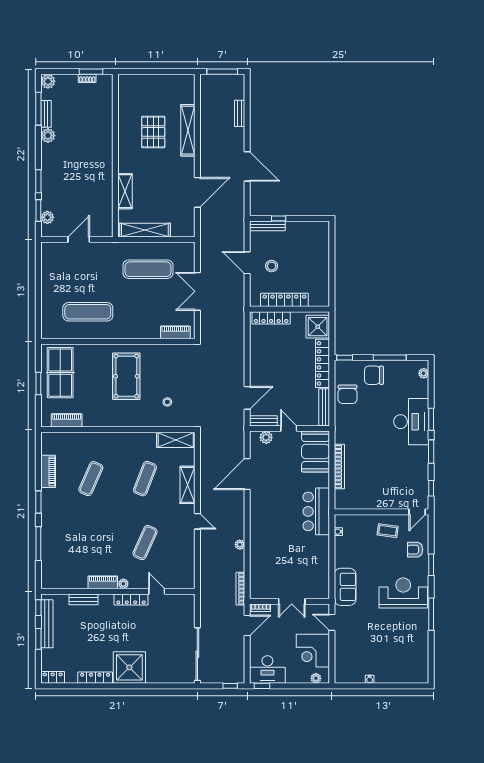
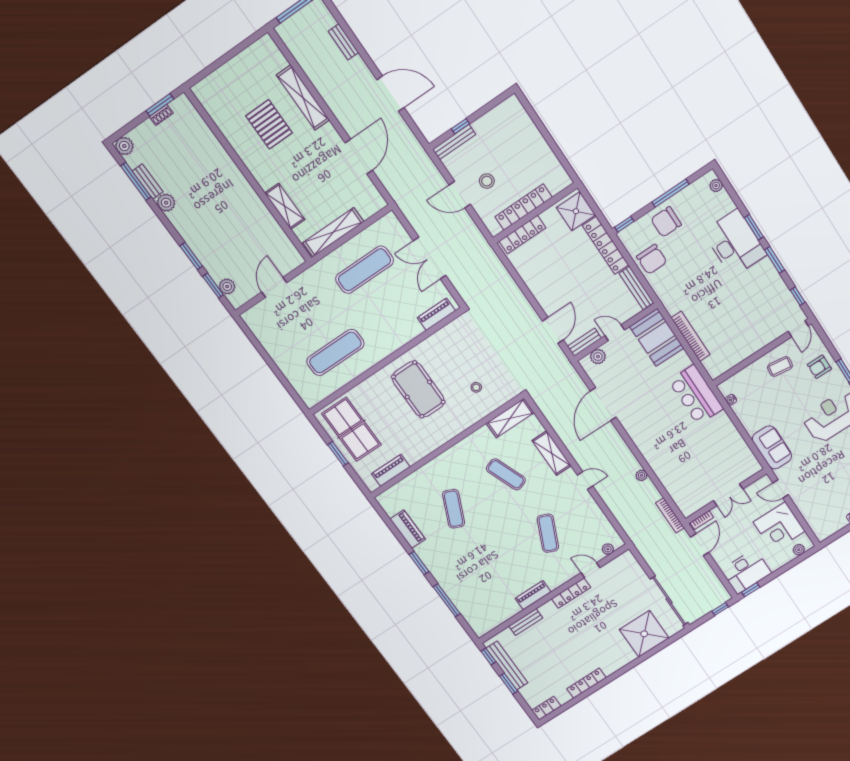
exercise mat: (145, 479) -> (506, 474), turned -42
plant: (123, 584) -> (608, 549), moved
shower: (129, 667) -> (644, 634), moved

